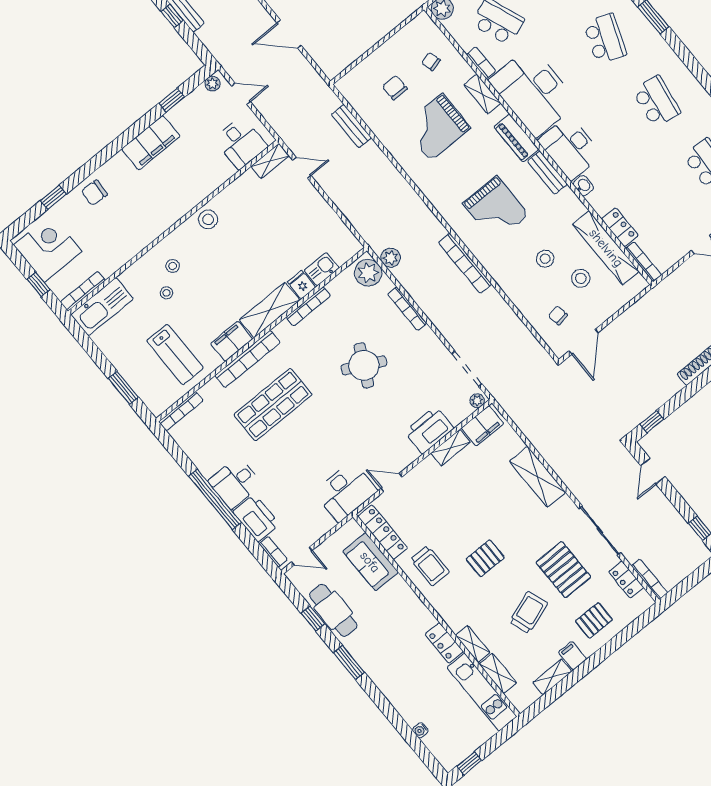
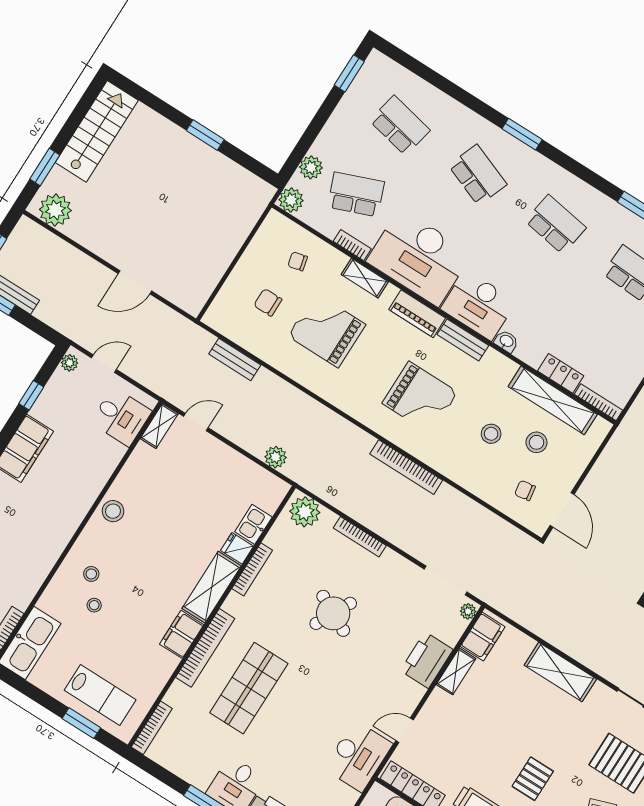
grand piano: (436, 127) -> (327, 330), turned 90
plant: (391, 258) -> (276, 457), moved
lab bench: (175, 354) -> (100, 695), moved

